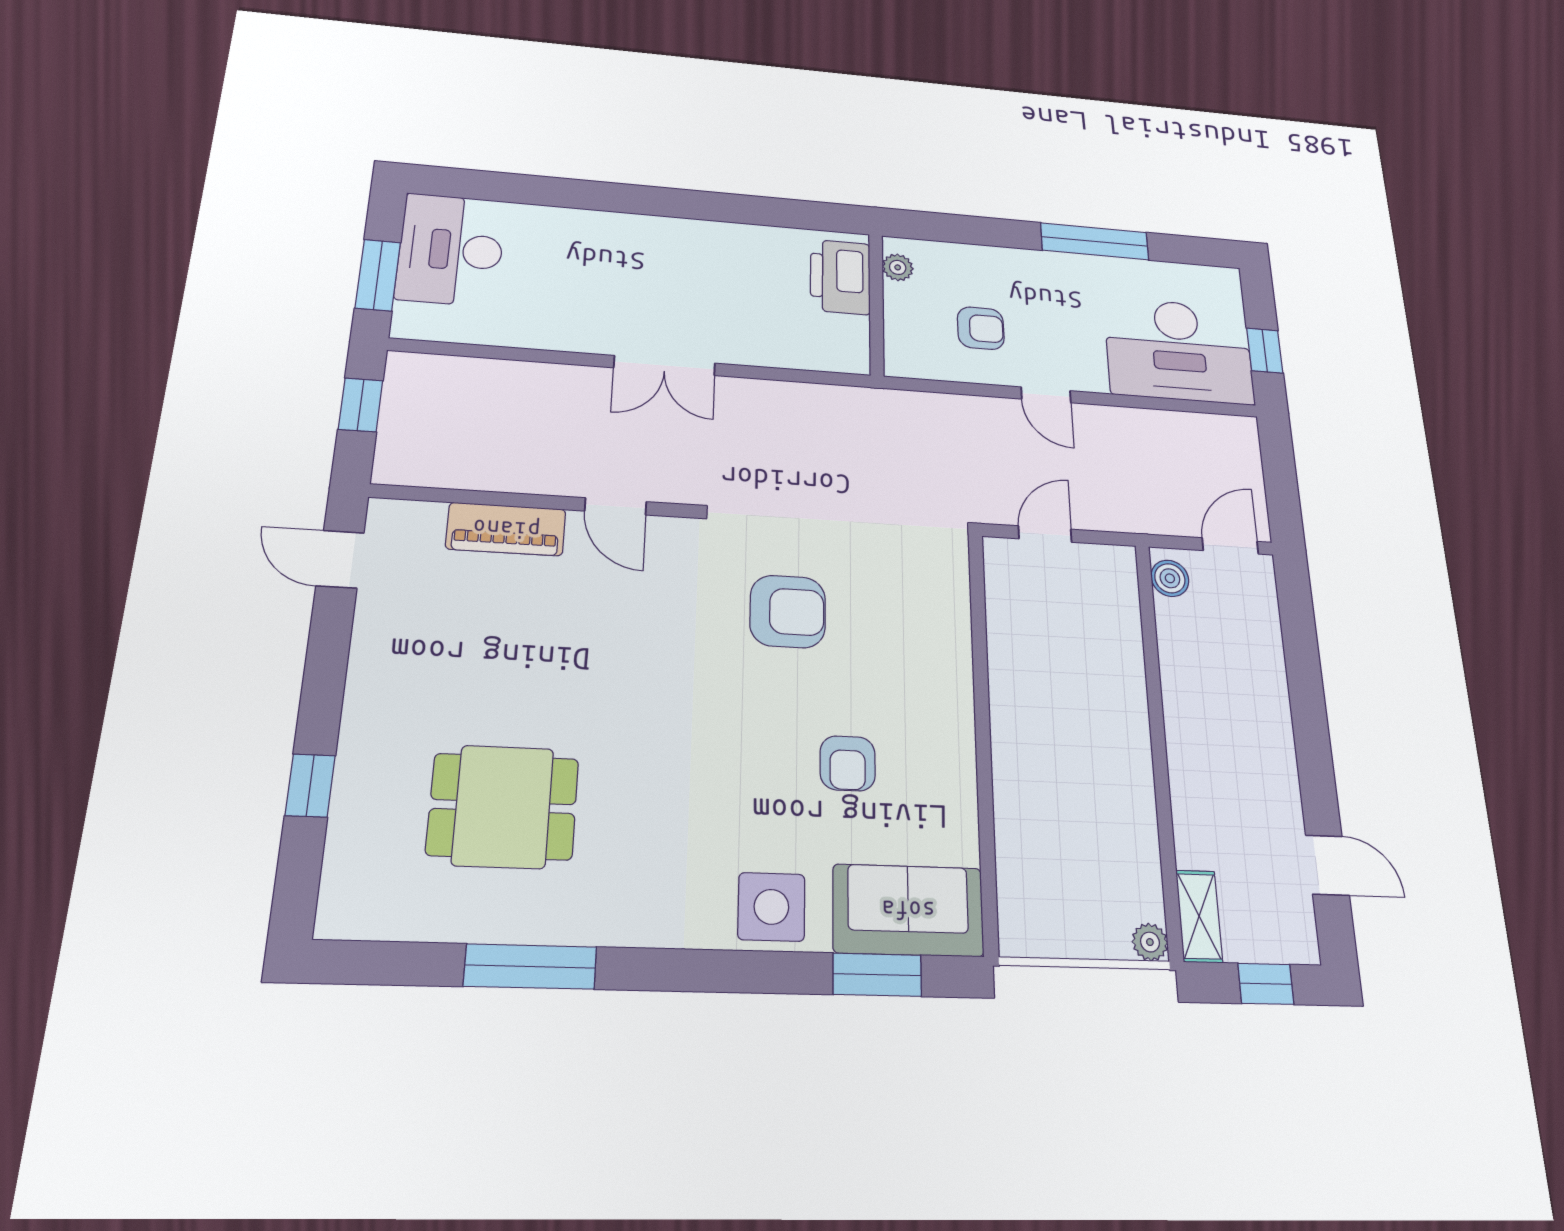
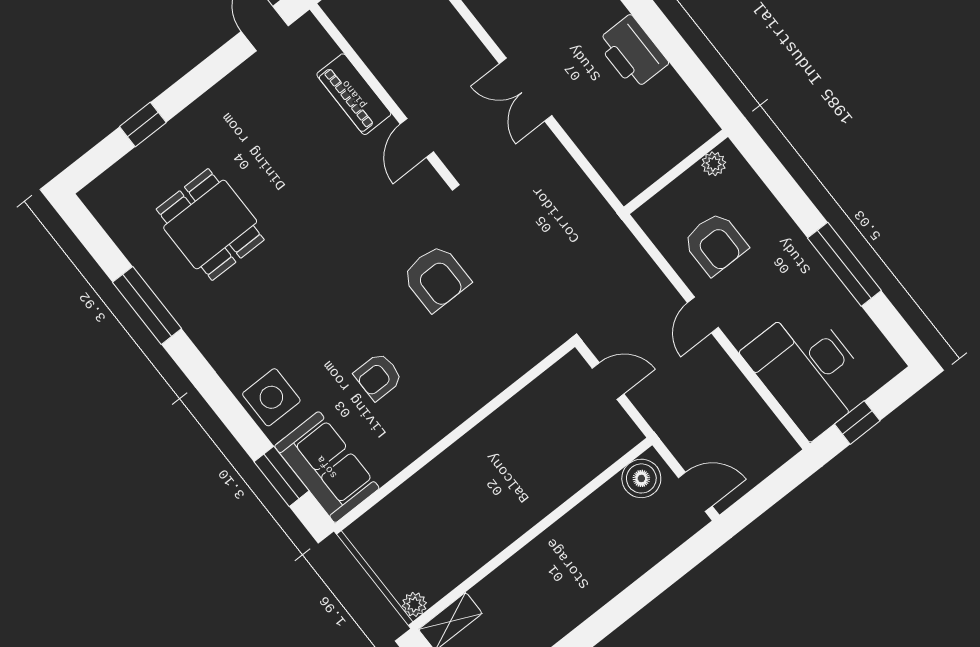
printer: (840, 277) -> (632, 52), moved, turned -90
armchair: (981, 328) -> (715, 244), width x1.38, depth x1.38
boiler: (1170, 578) -> (641, 478), width x1.36, depth x1.36

